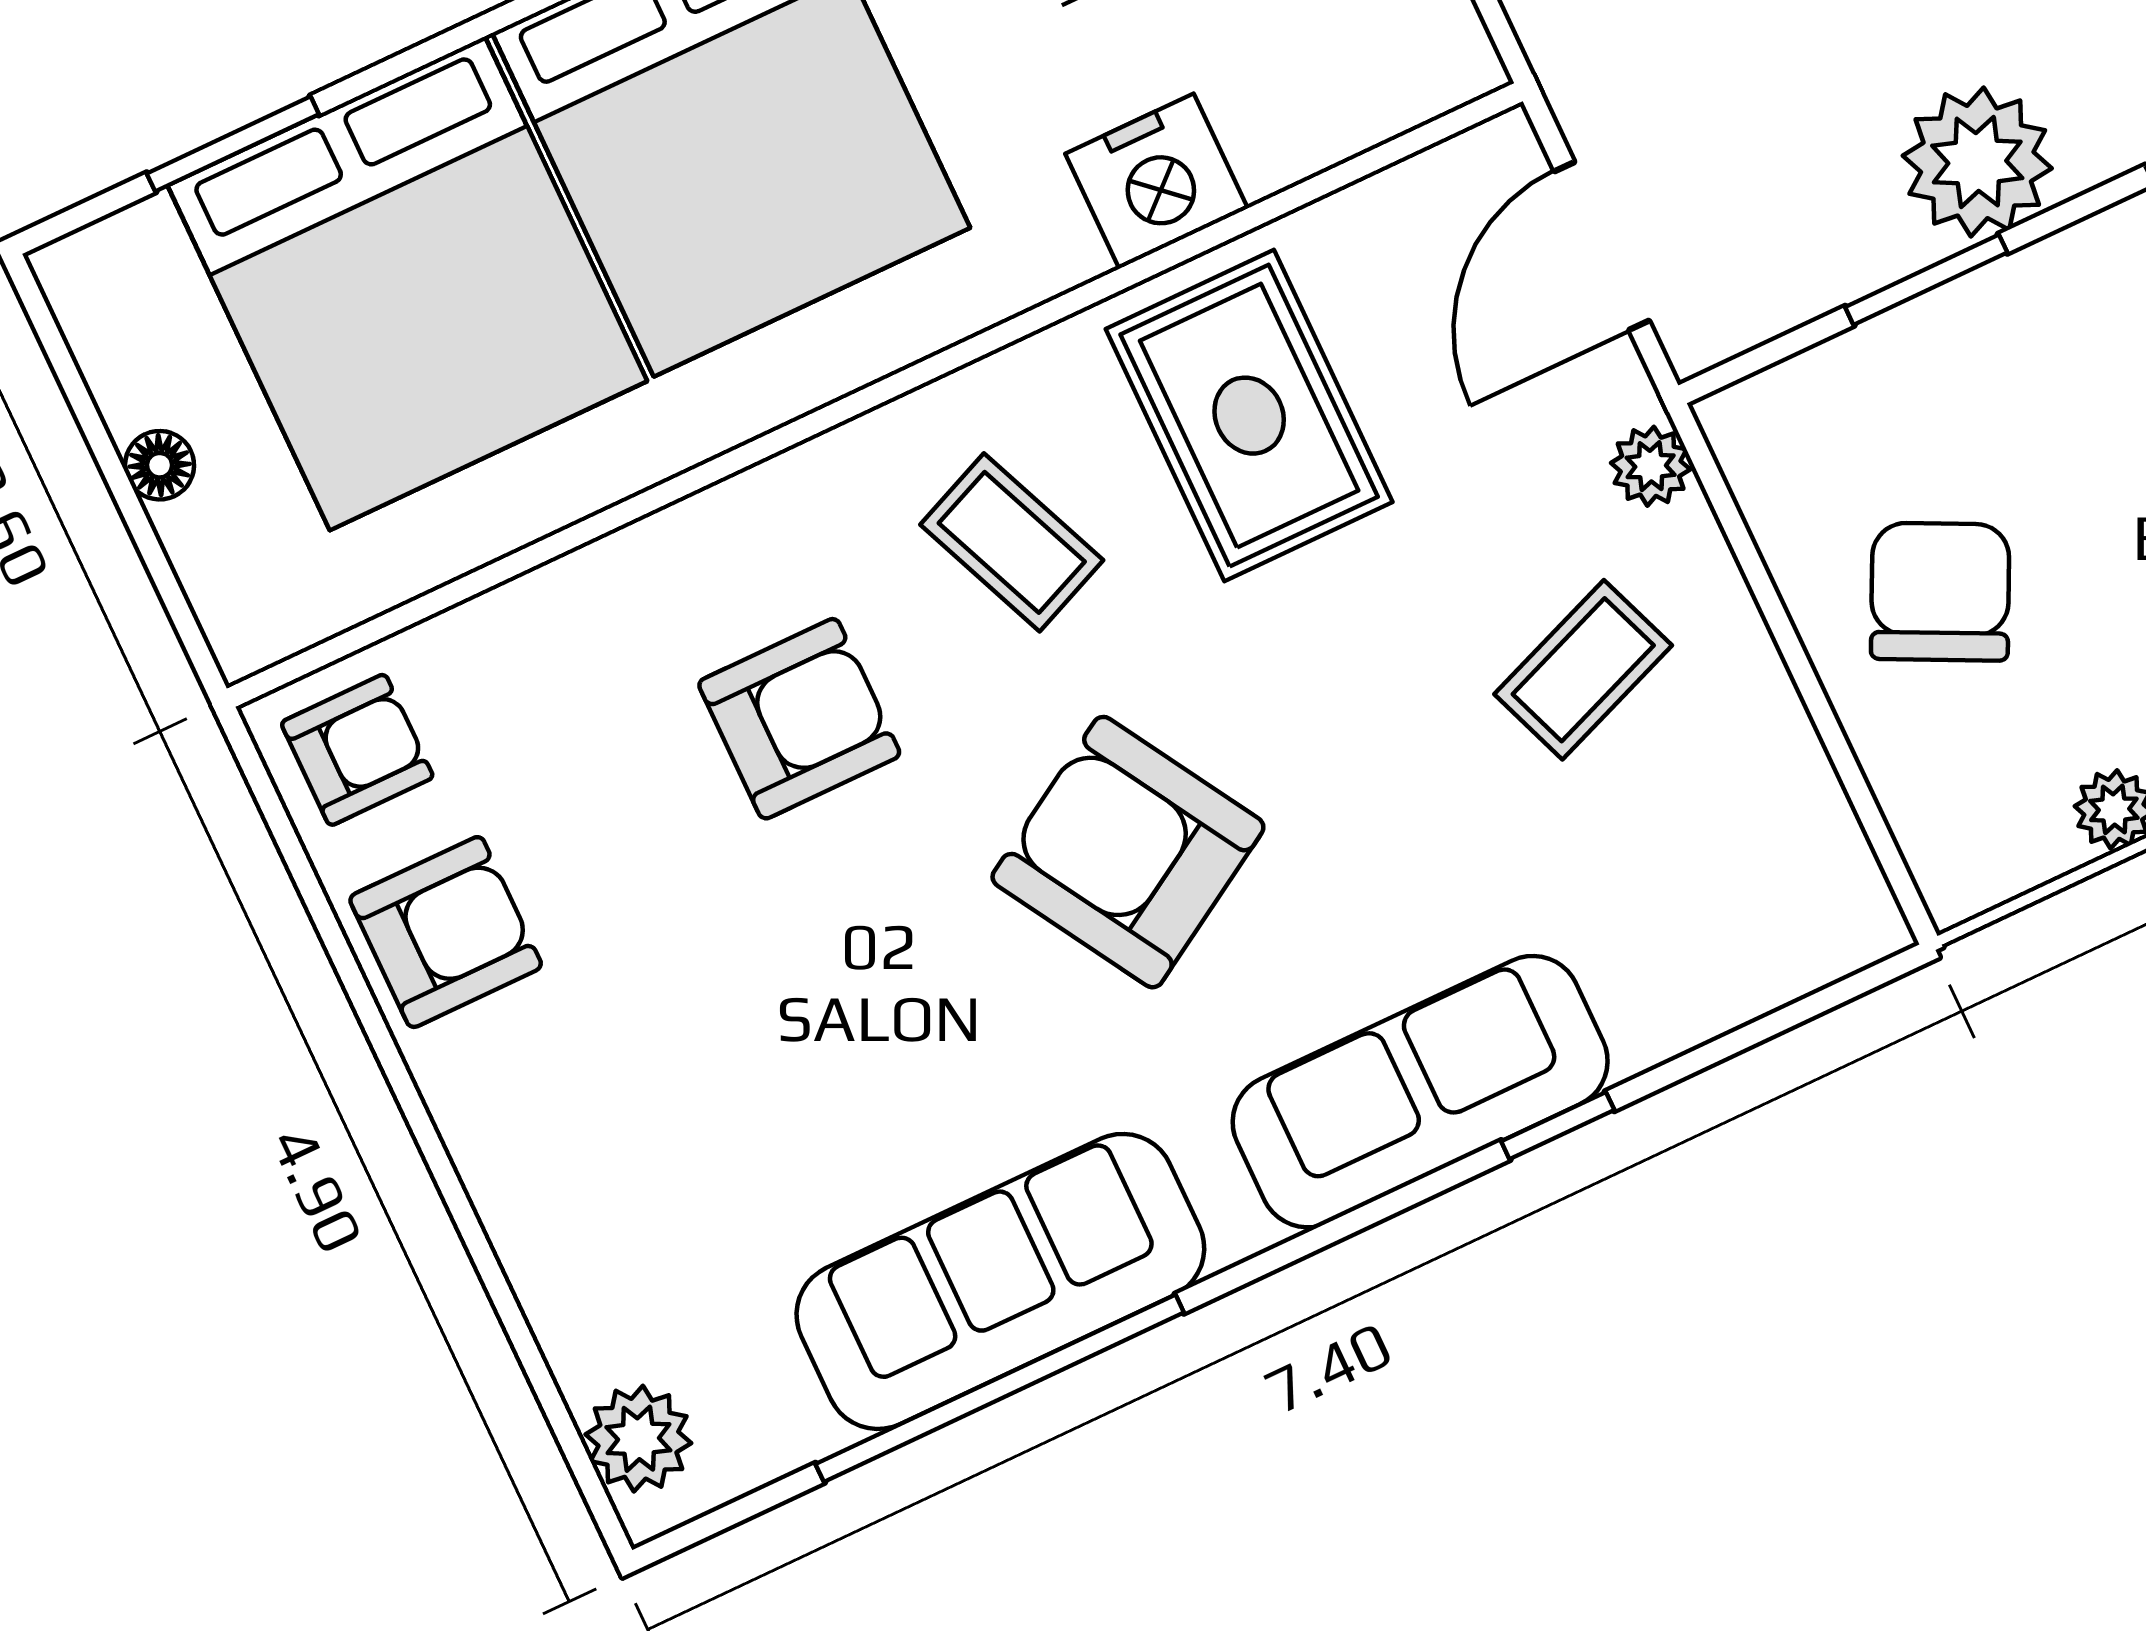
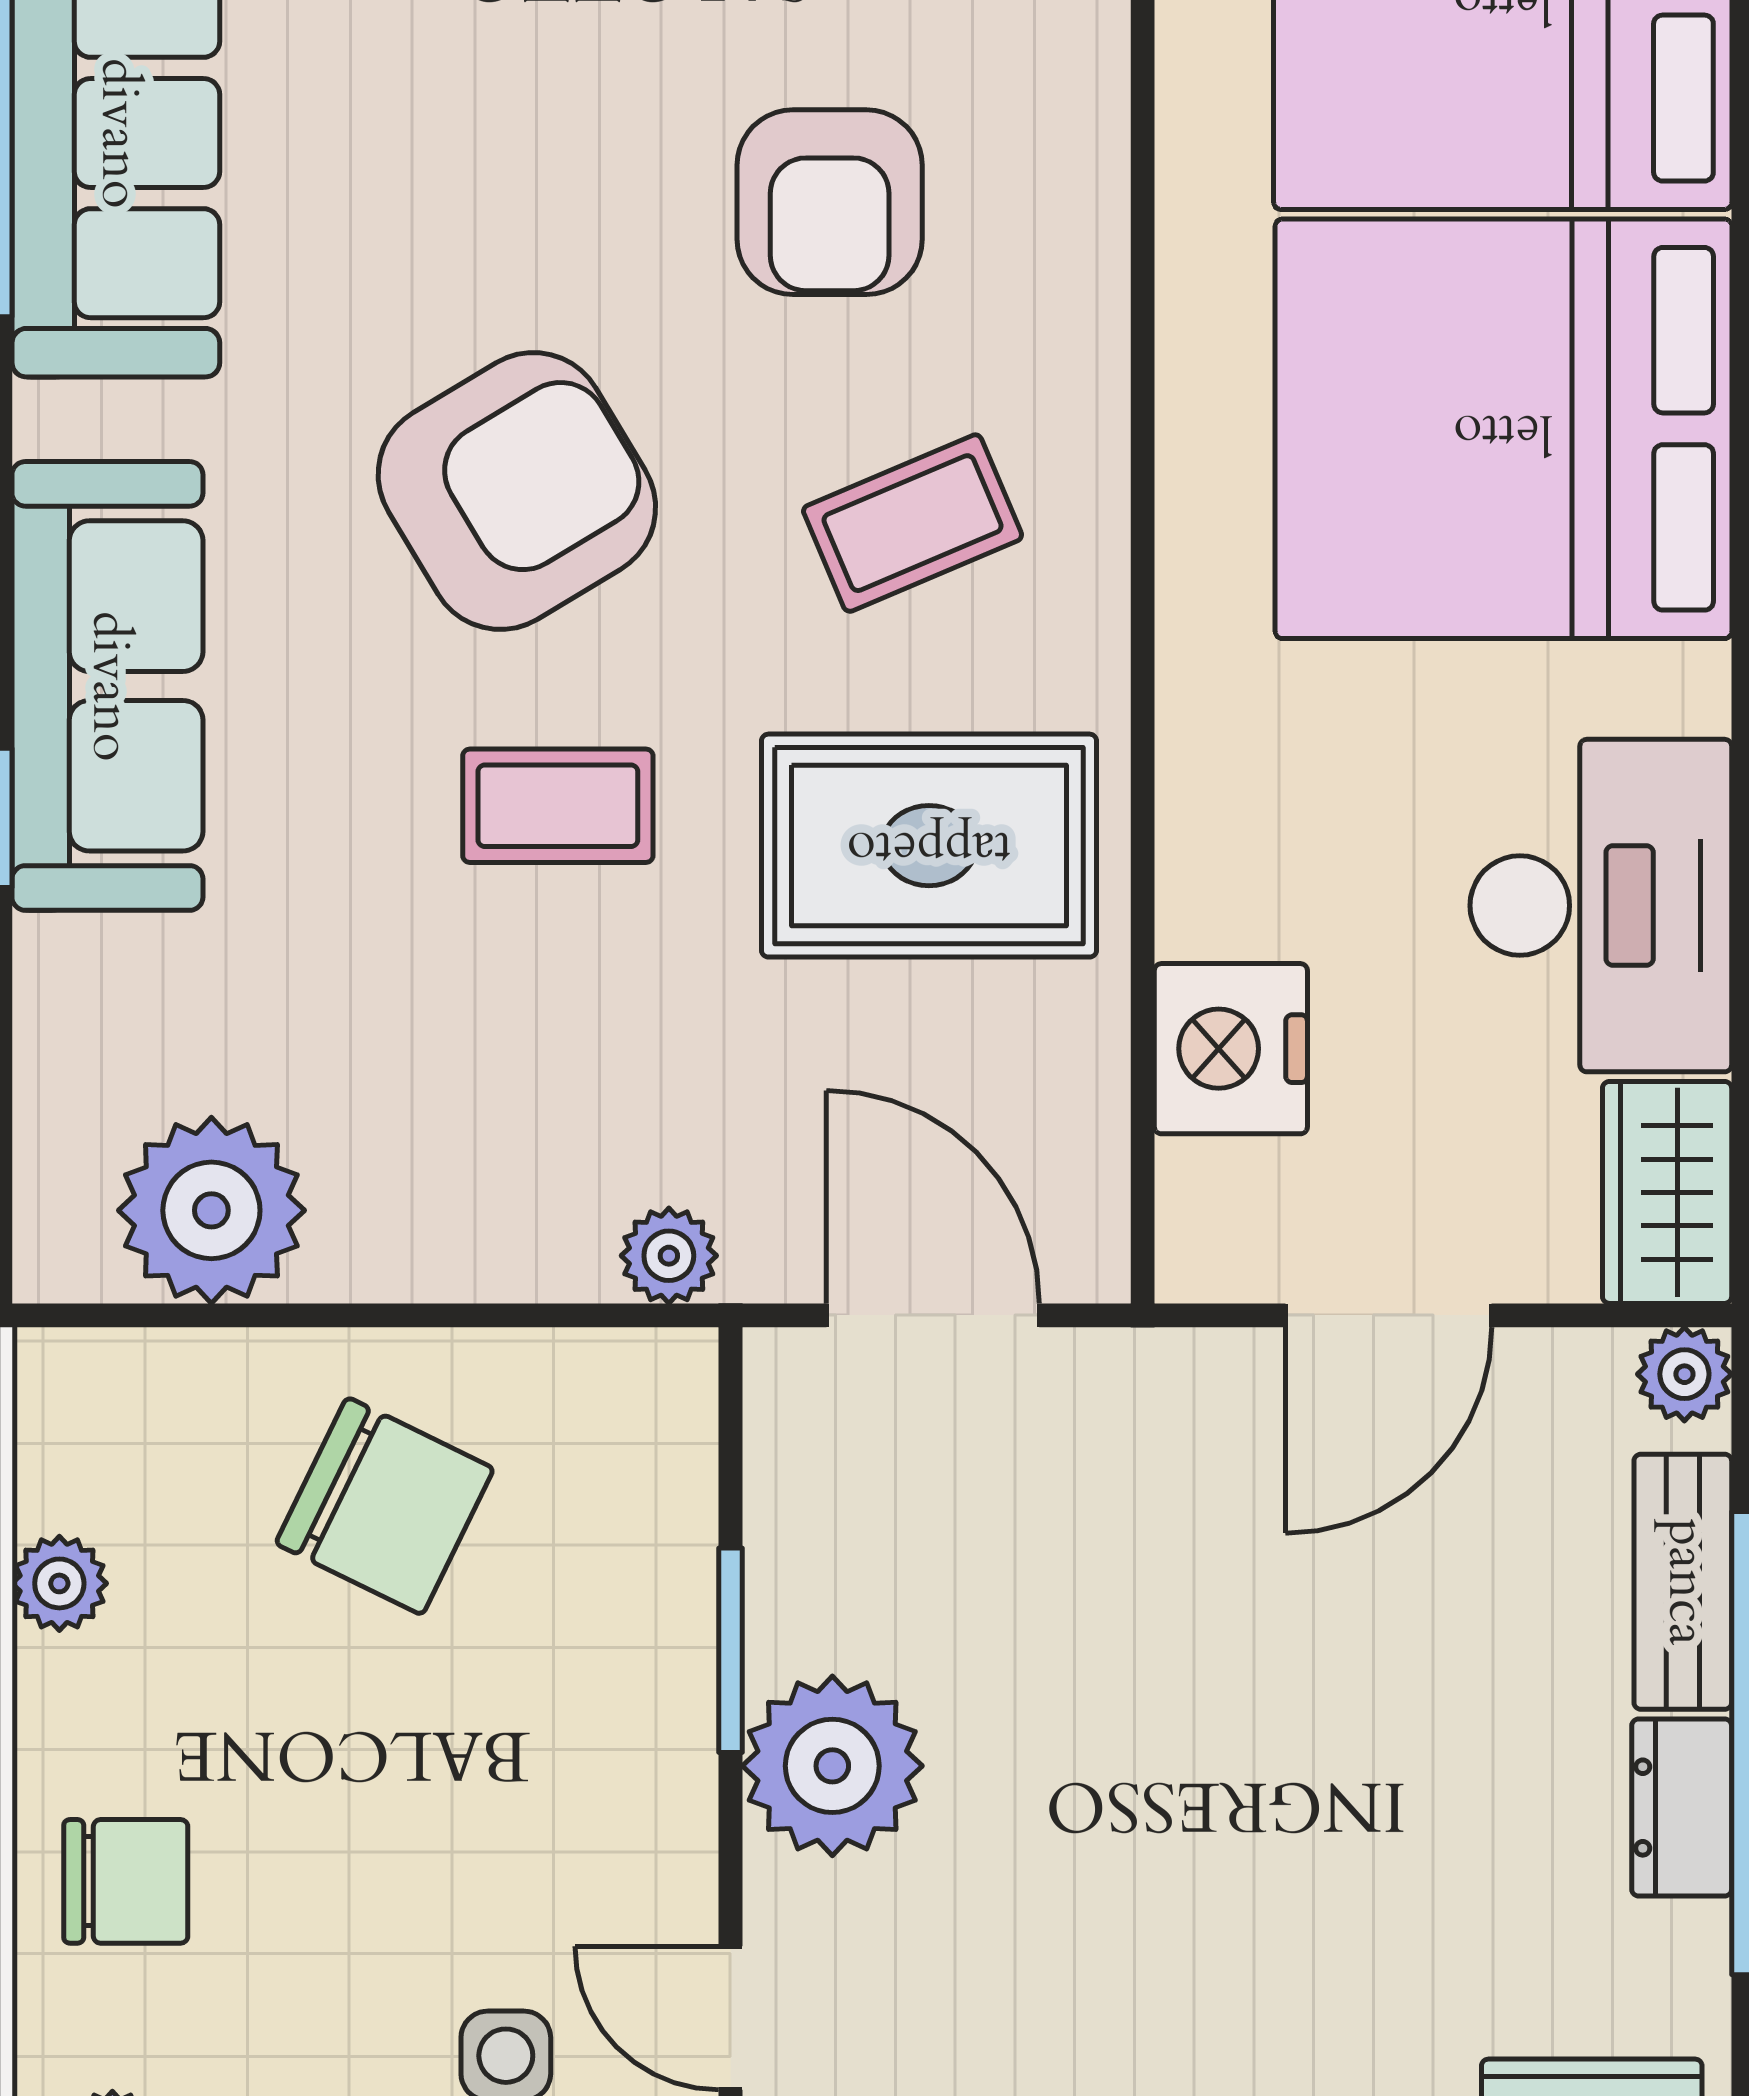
nightstand: (1157, 181) -> (1231, 1049), moved
coffee table: (1583, 670) -> (558, 806), moved, turned -69
plant: (1779, 827) -> (211, 1210), added

